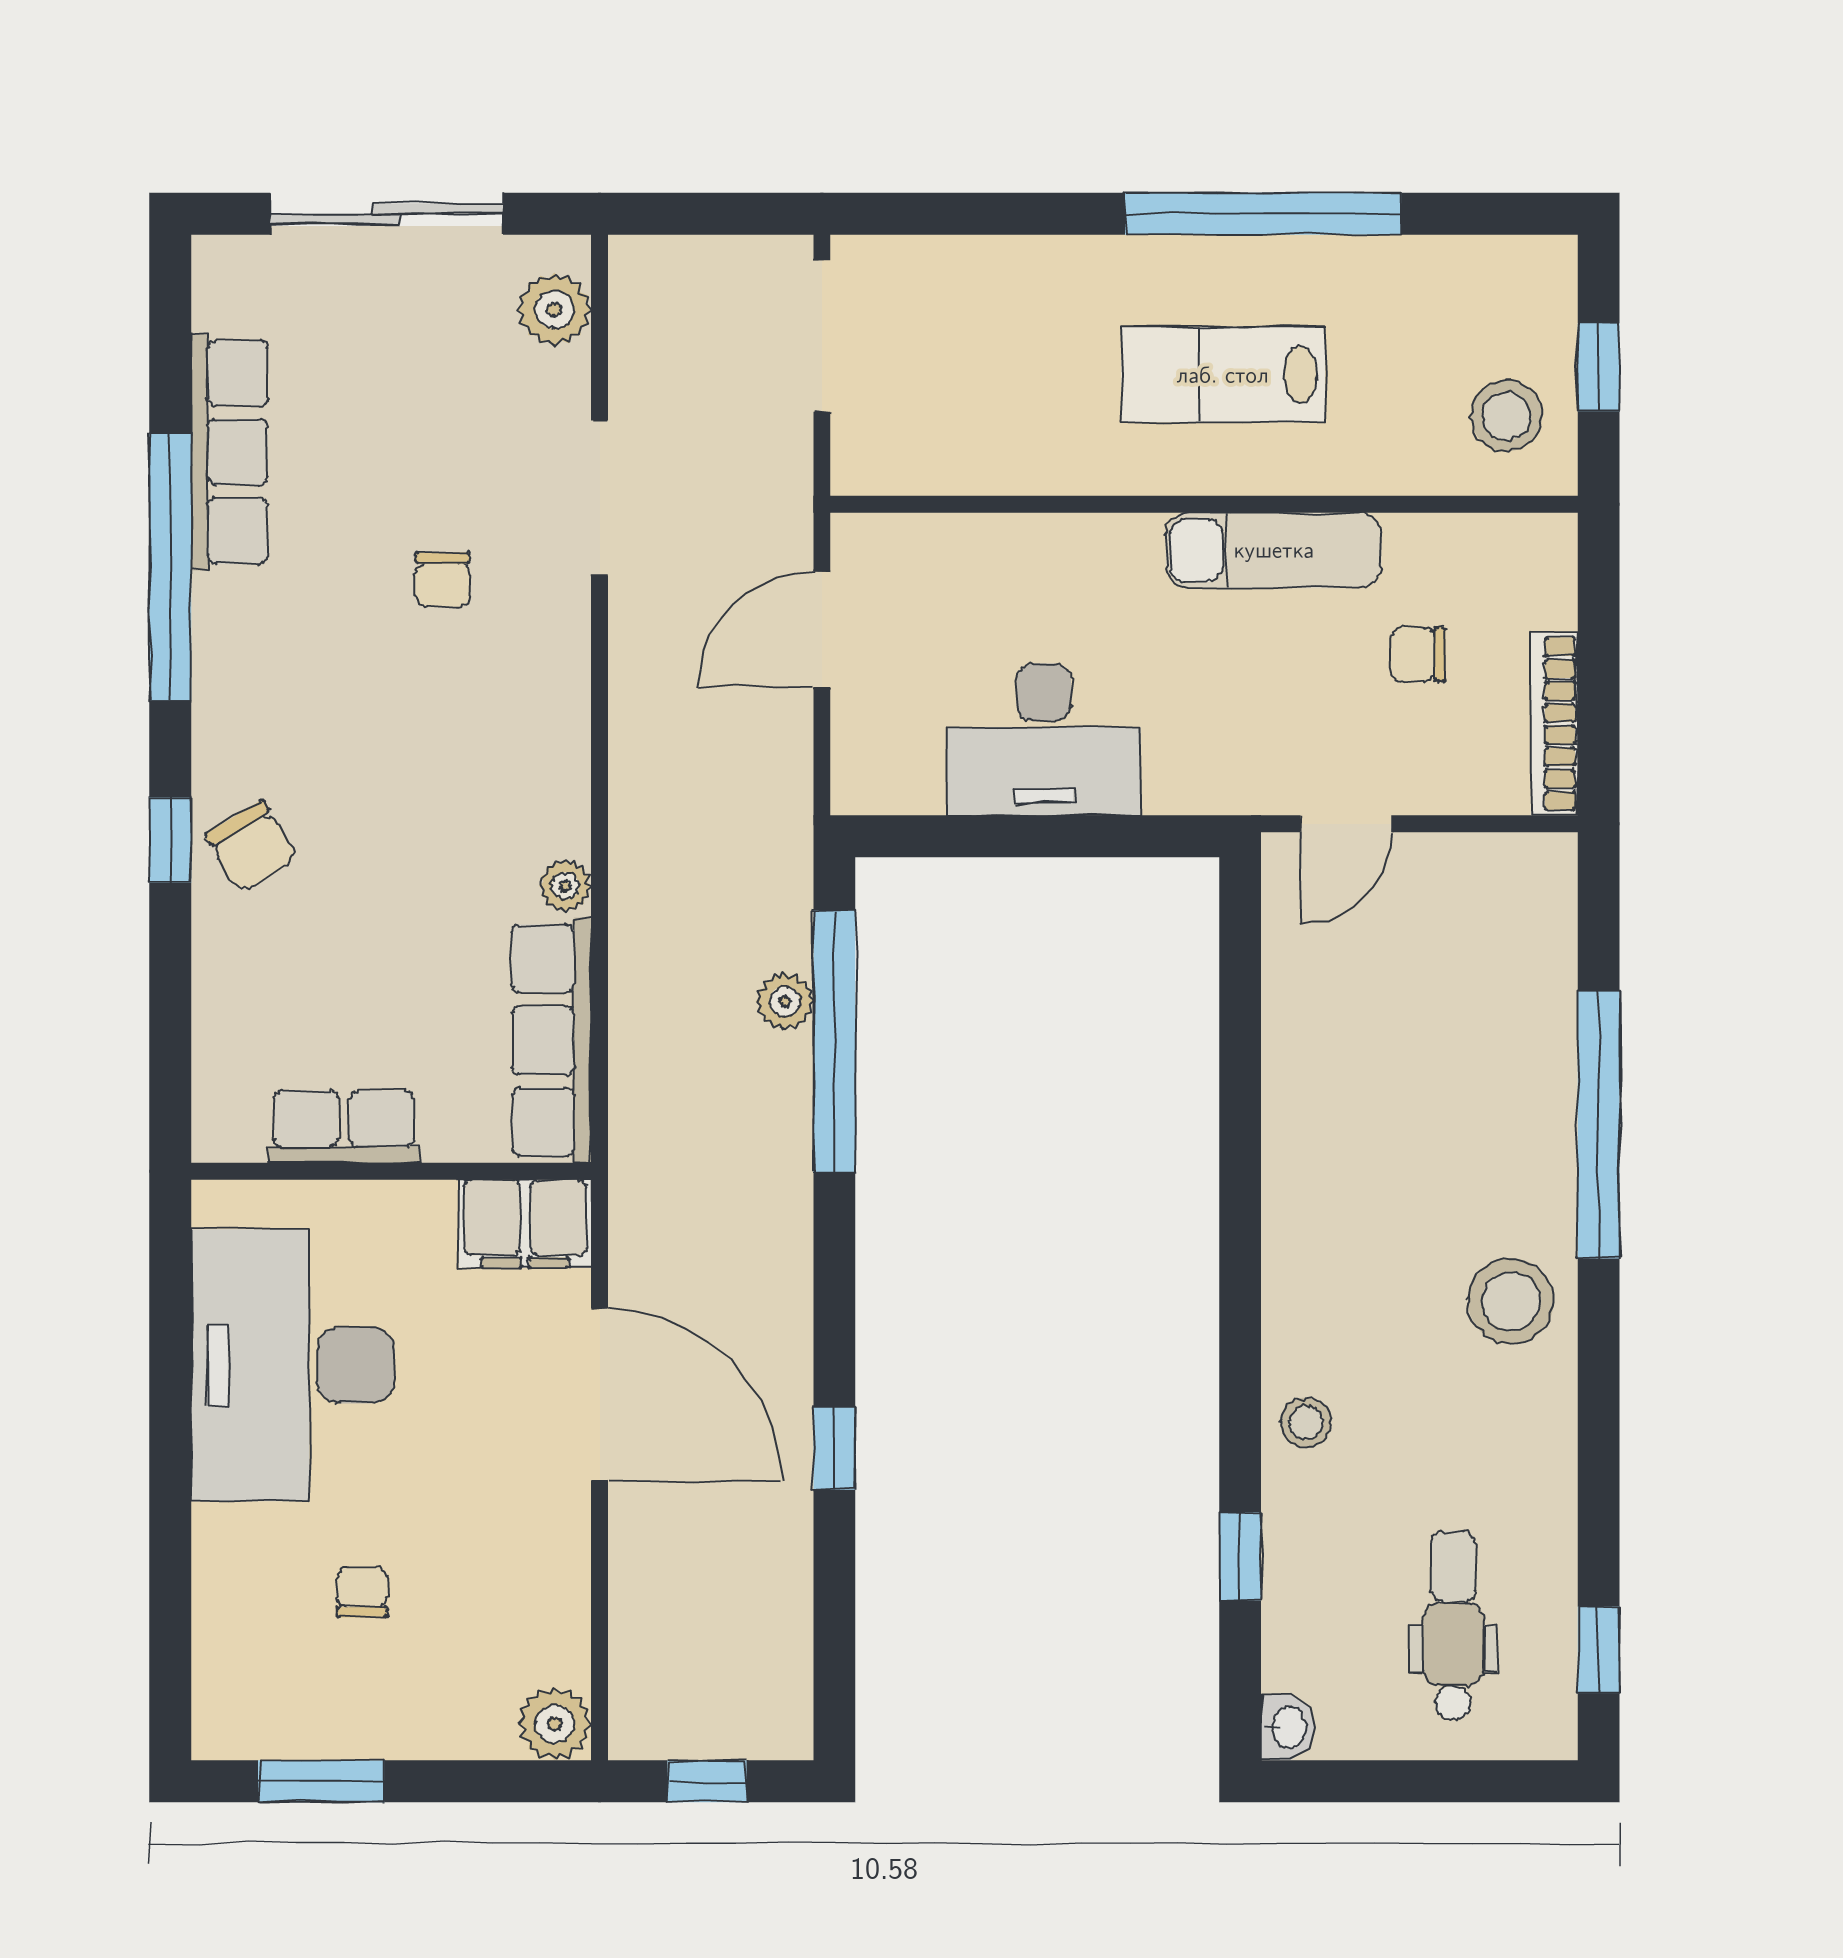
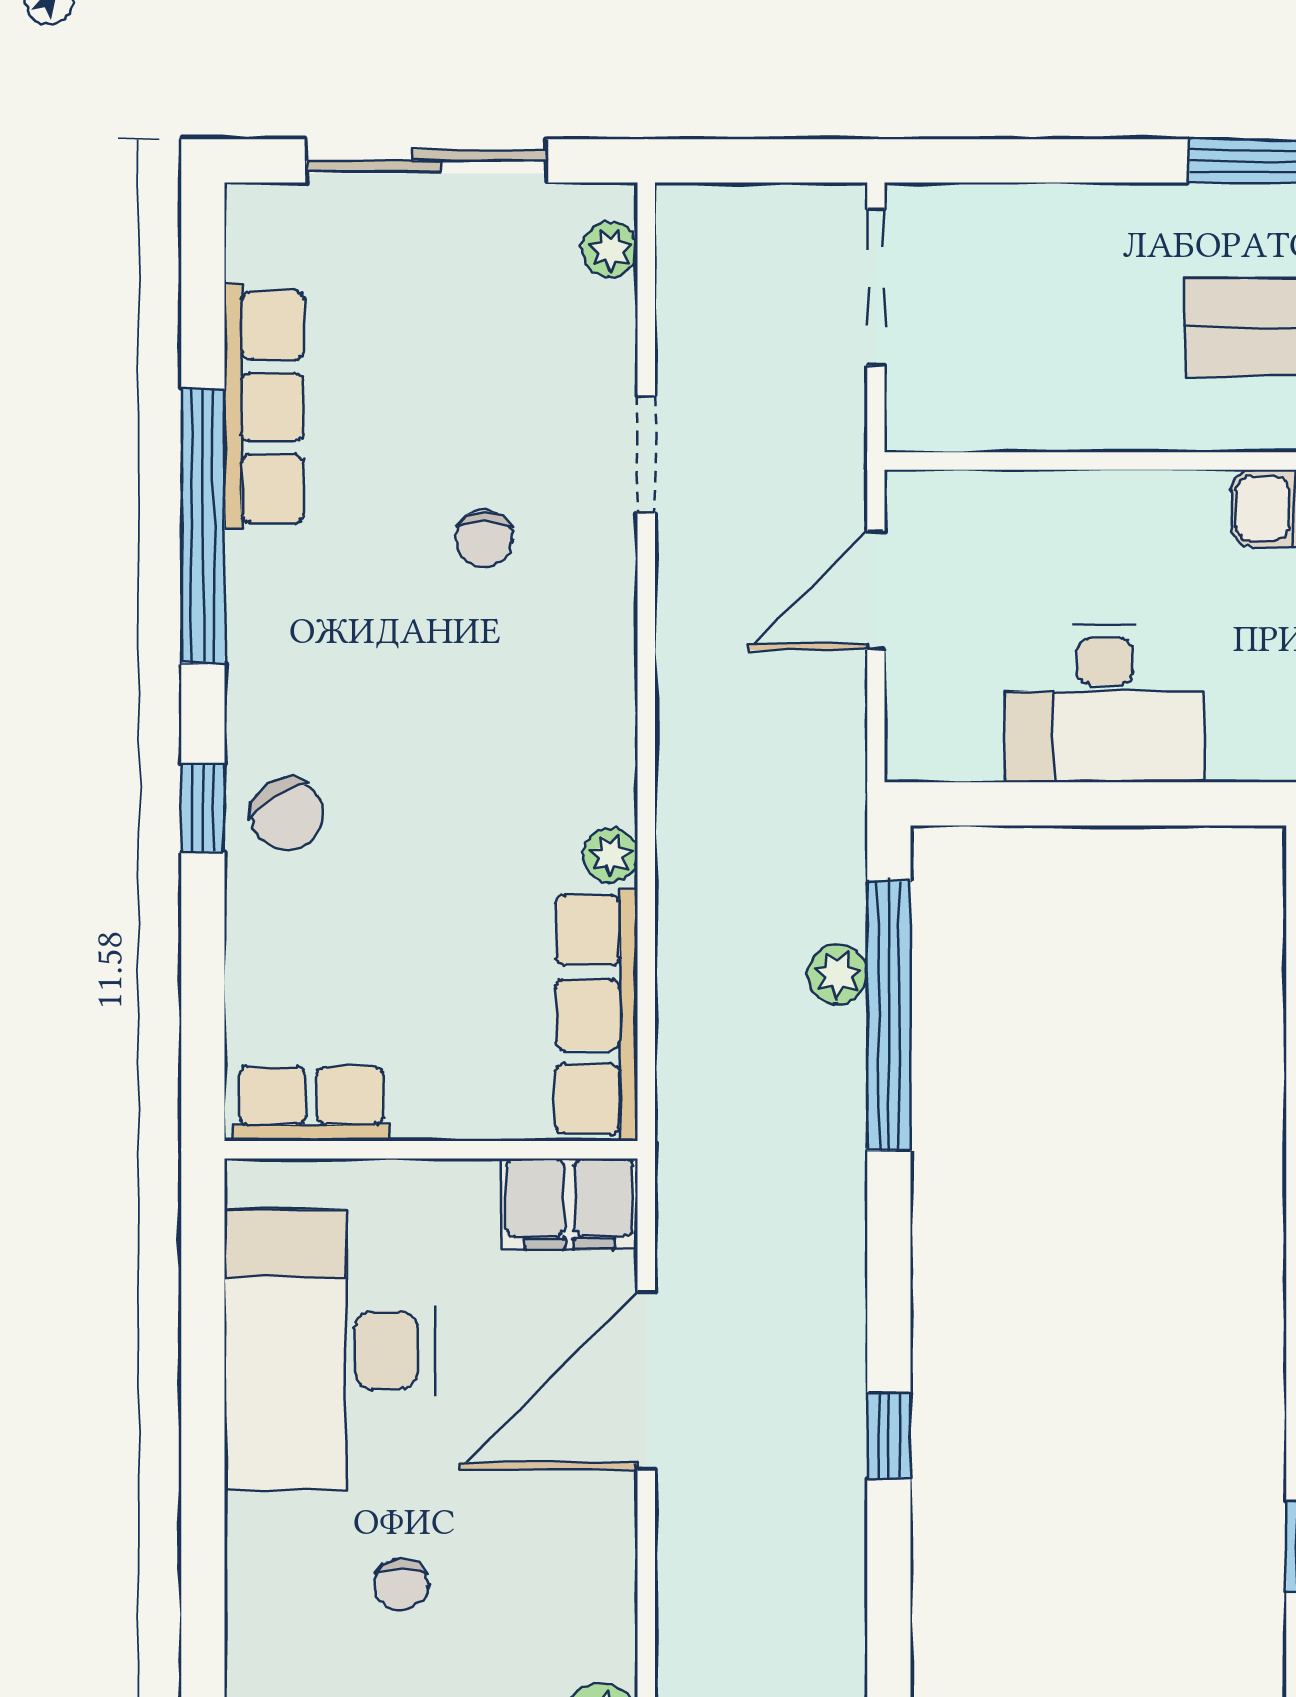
plant: (554, 309) -> (610, 249), width x0.73, depth x0.73
doorway: (600, 498) -> (646, 454), width x0.73
row of seats: (344, 1127) -> (311, 1104), moved
door: (600, 1394) -> (646, 1380), swing flipped
chair: (362, 1592) -> (401, 1585), turned 180

